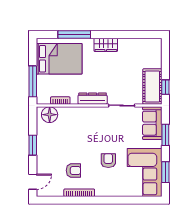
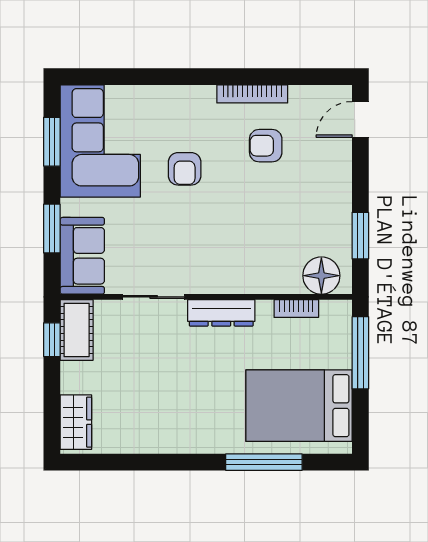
wardrobe: (106, 45) -> (76, 422), moved, turned 90
cot: (152, 86) -> (77, 330), width x0.73, depth x0.75
window: (33, 145) -> (360, 236), moved

